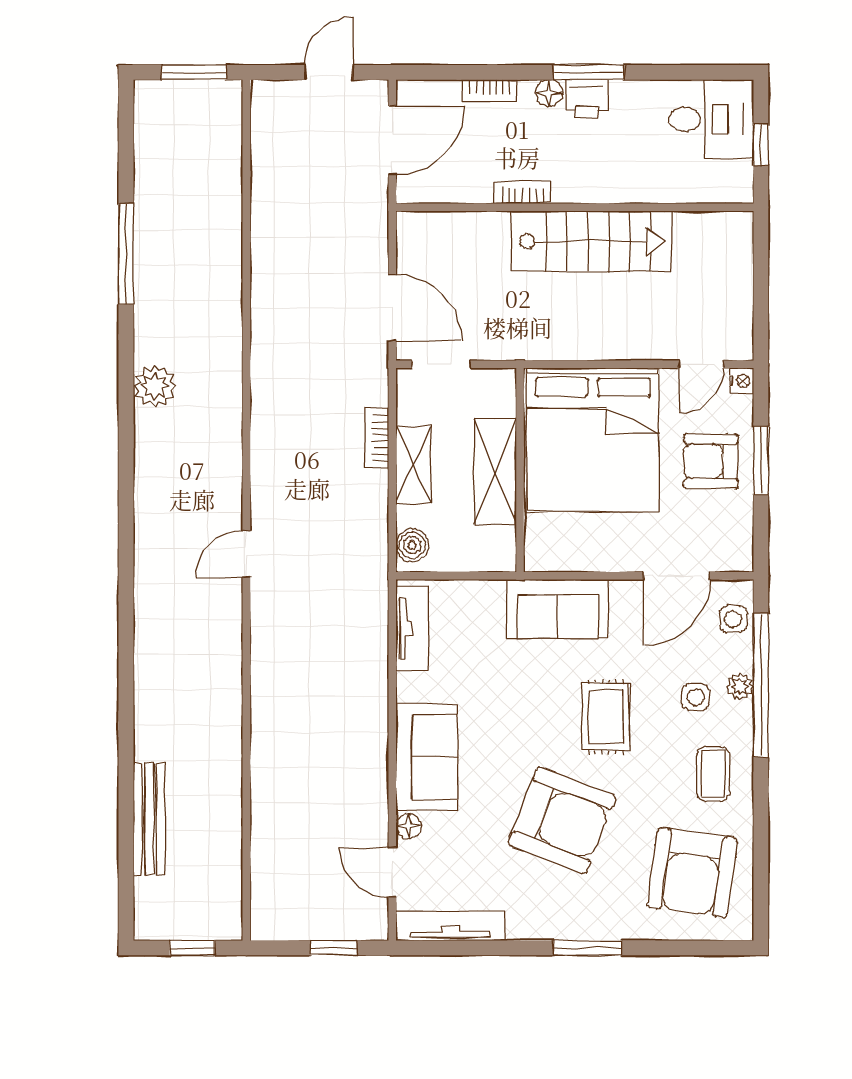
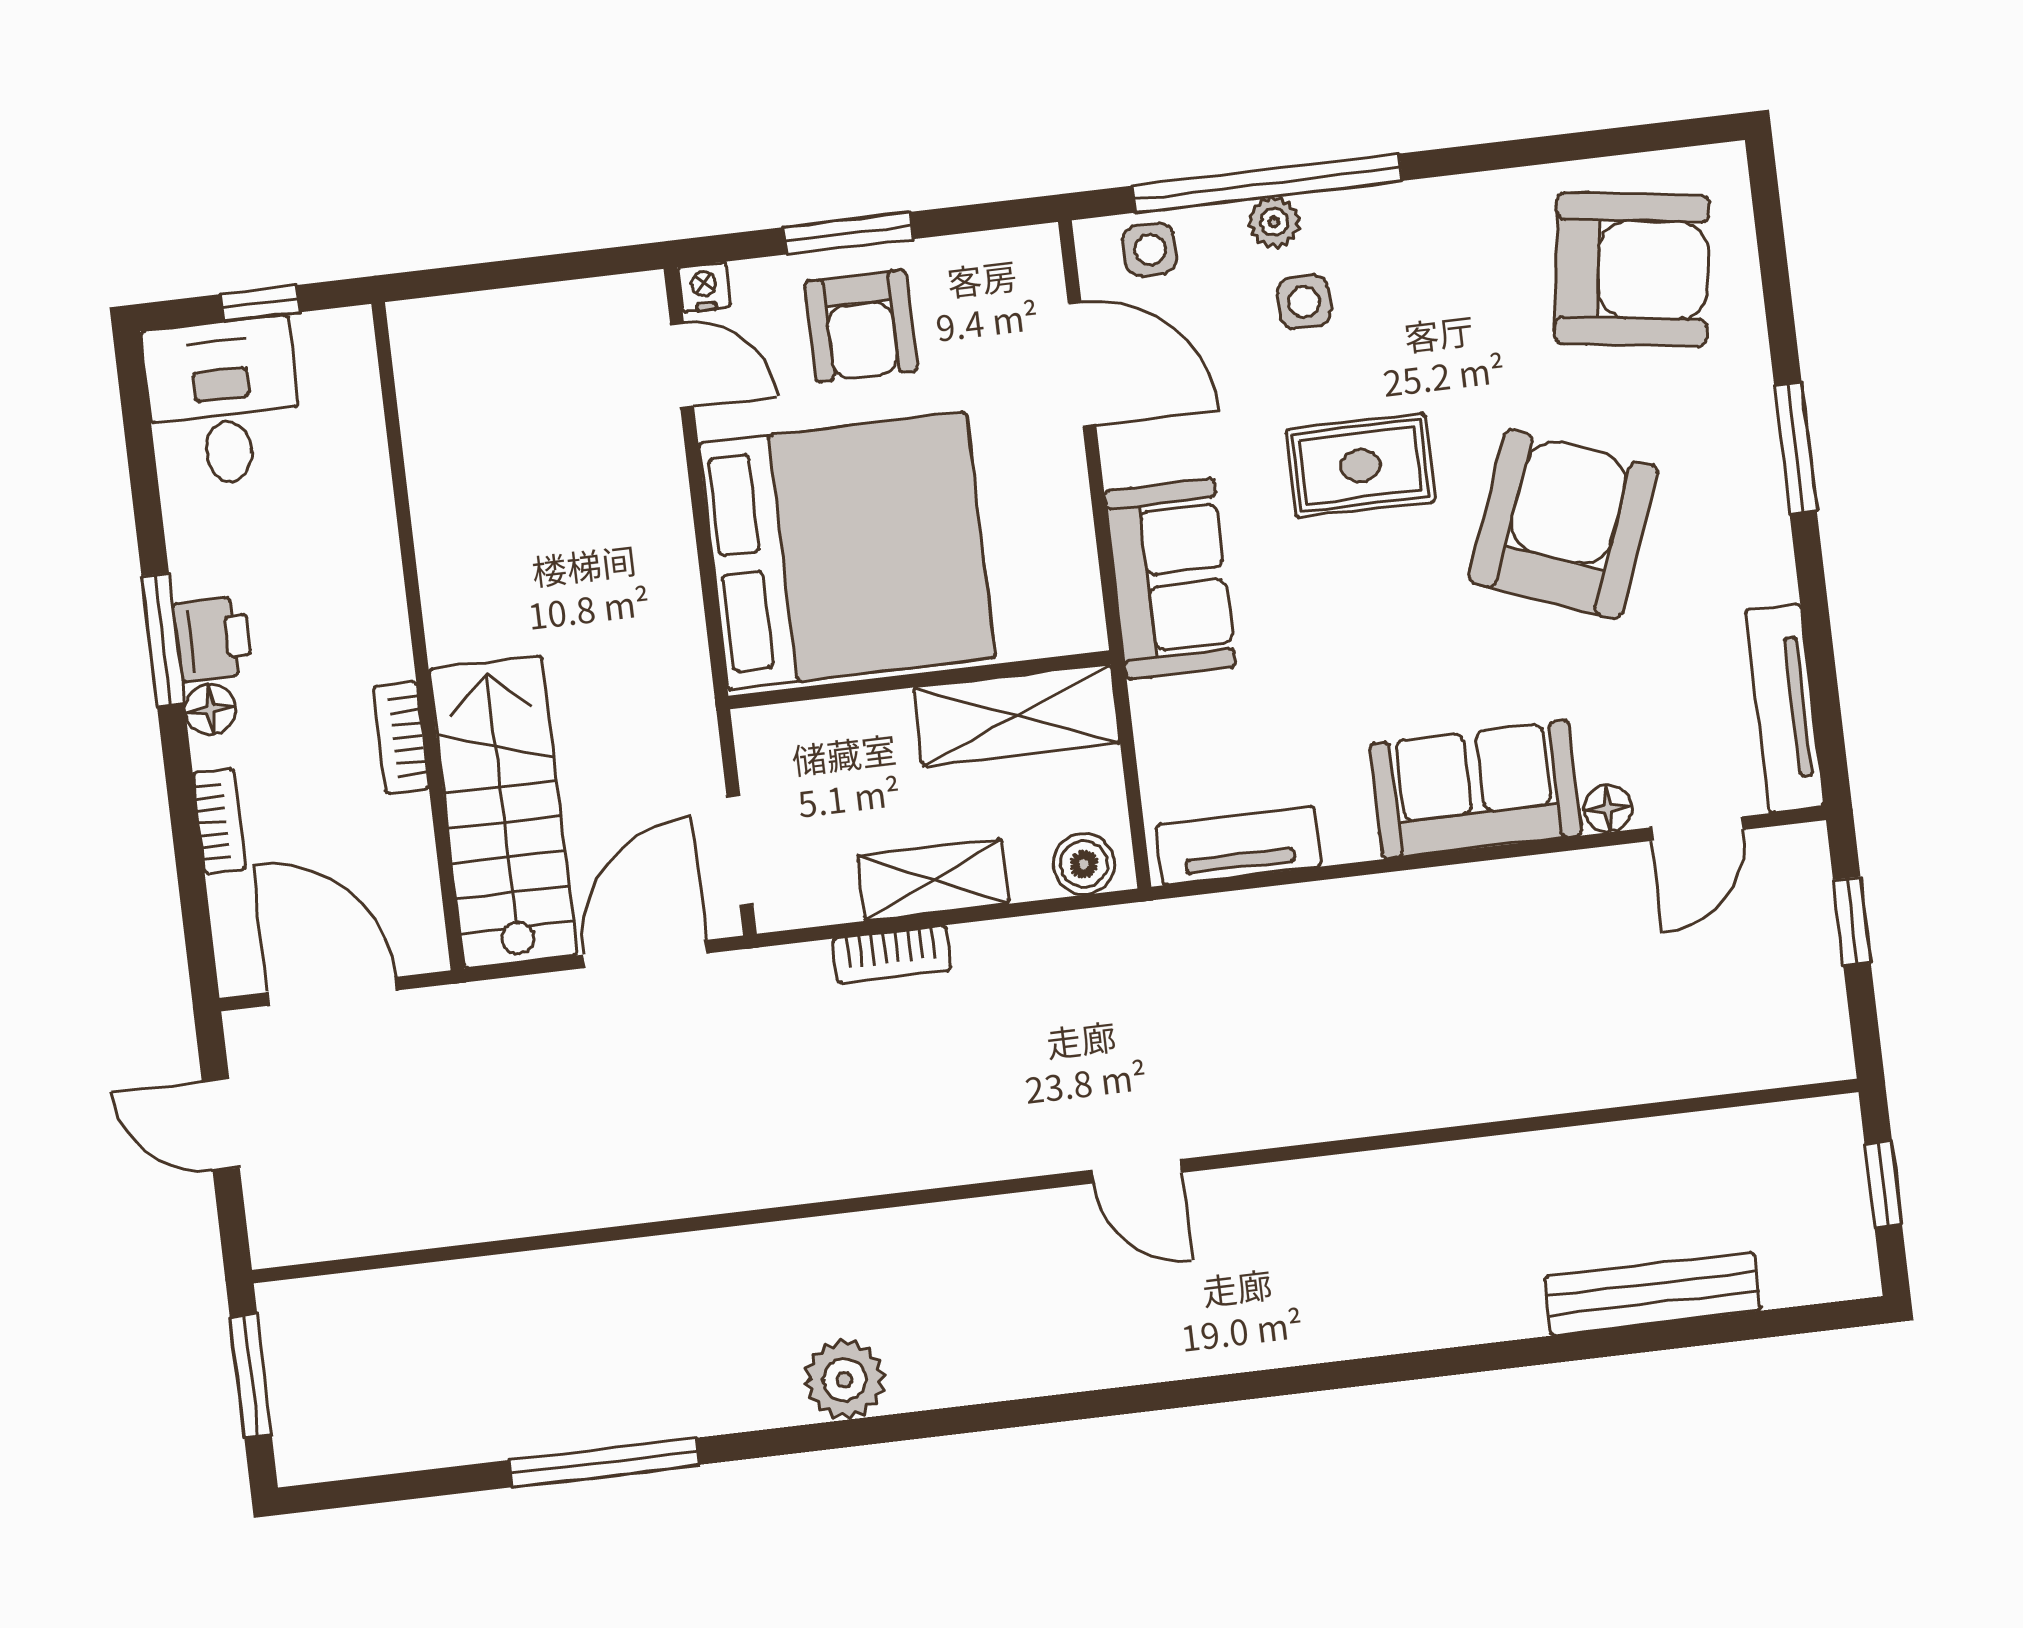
stairs: (591, 241) -> (503, 812), moved
shelving: (495, 472) -> (1017, 715), moved
coffee table: (713, 774) -> (1443, 253), removed

